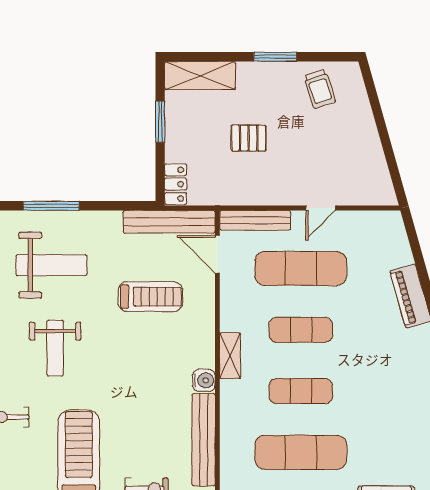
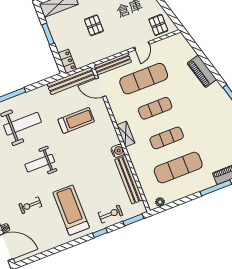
pallet: (249, 138) -> (94, 25), turned 90
pallet: (365, 182) -> (158, 25), added
weight bench: (55, 348) -> (40, 163), turned 90

